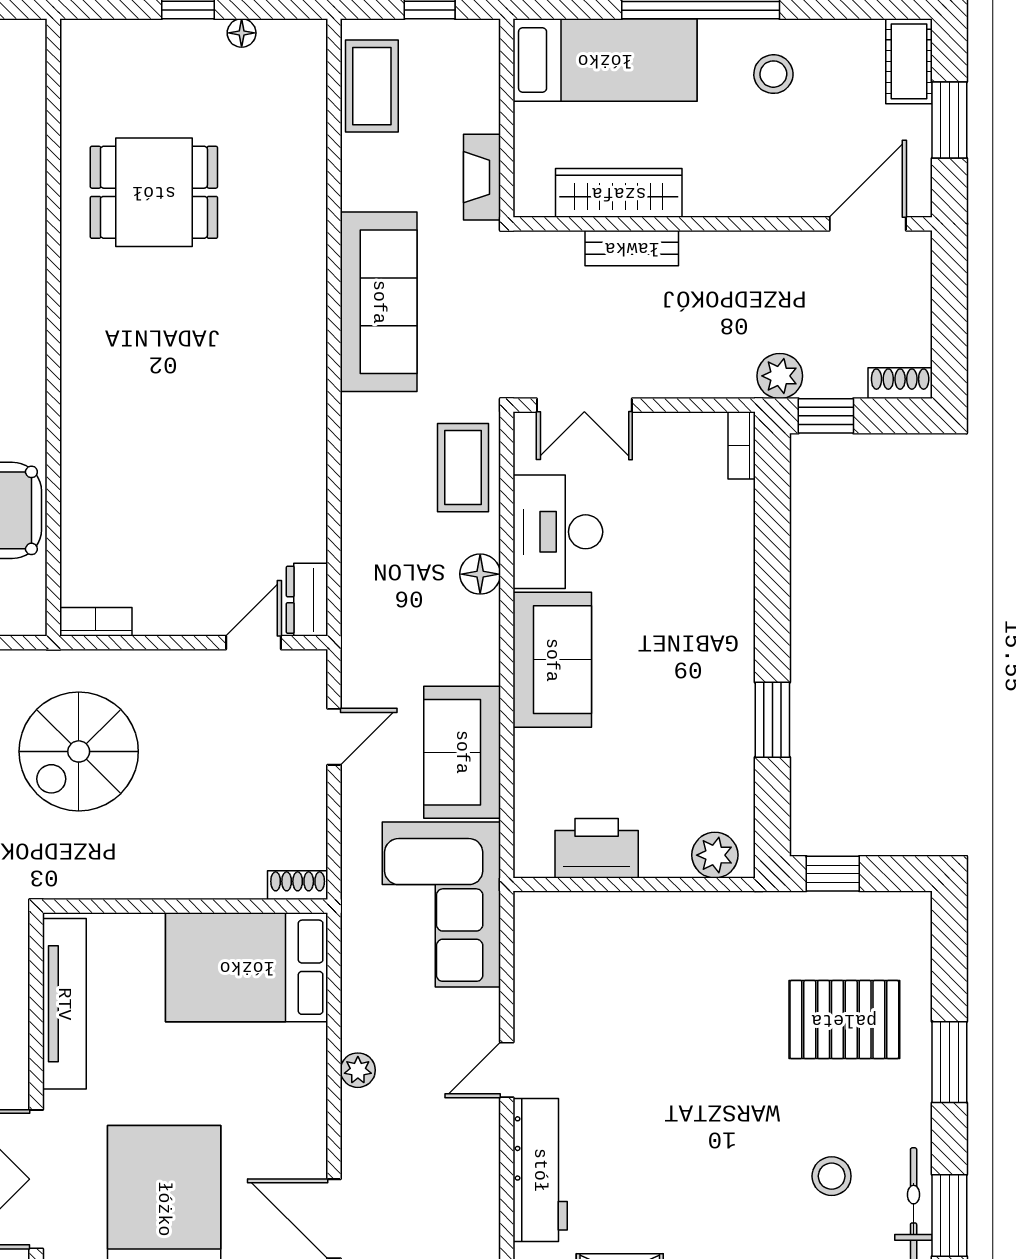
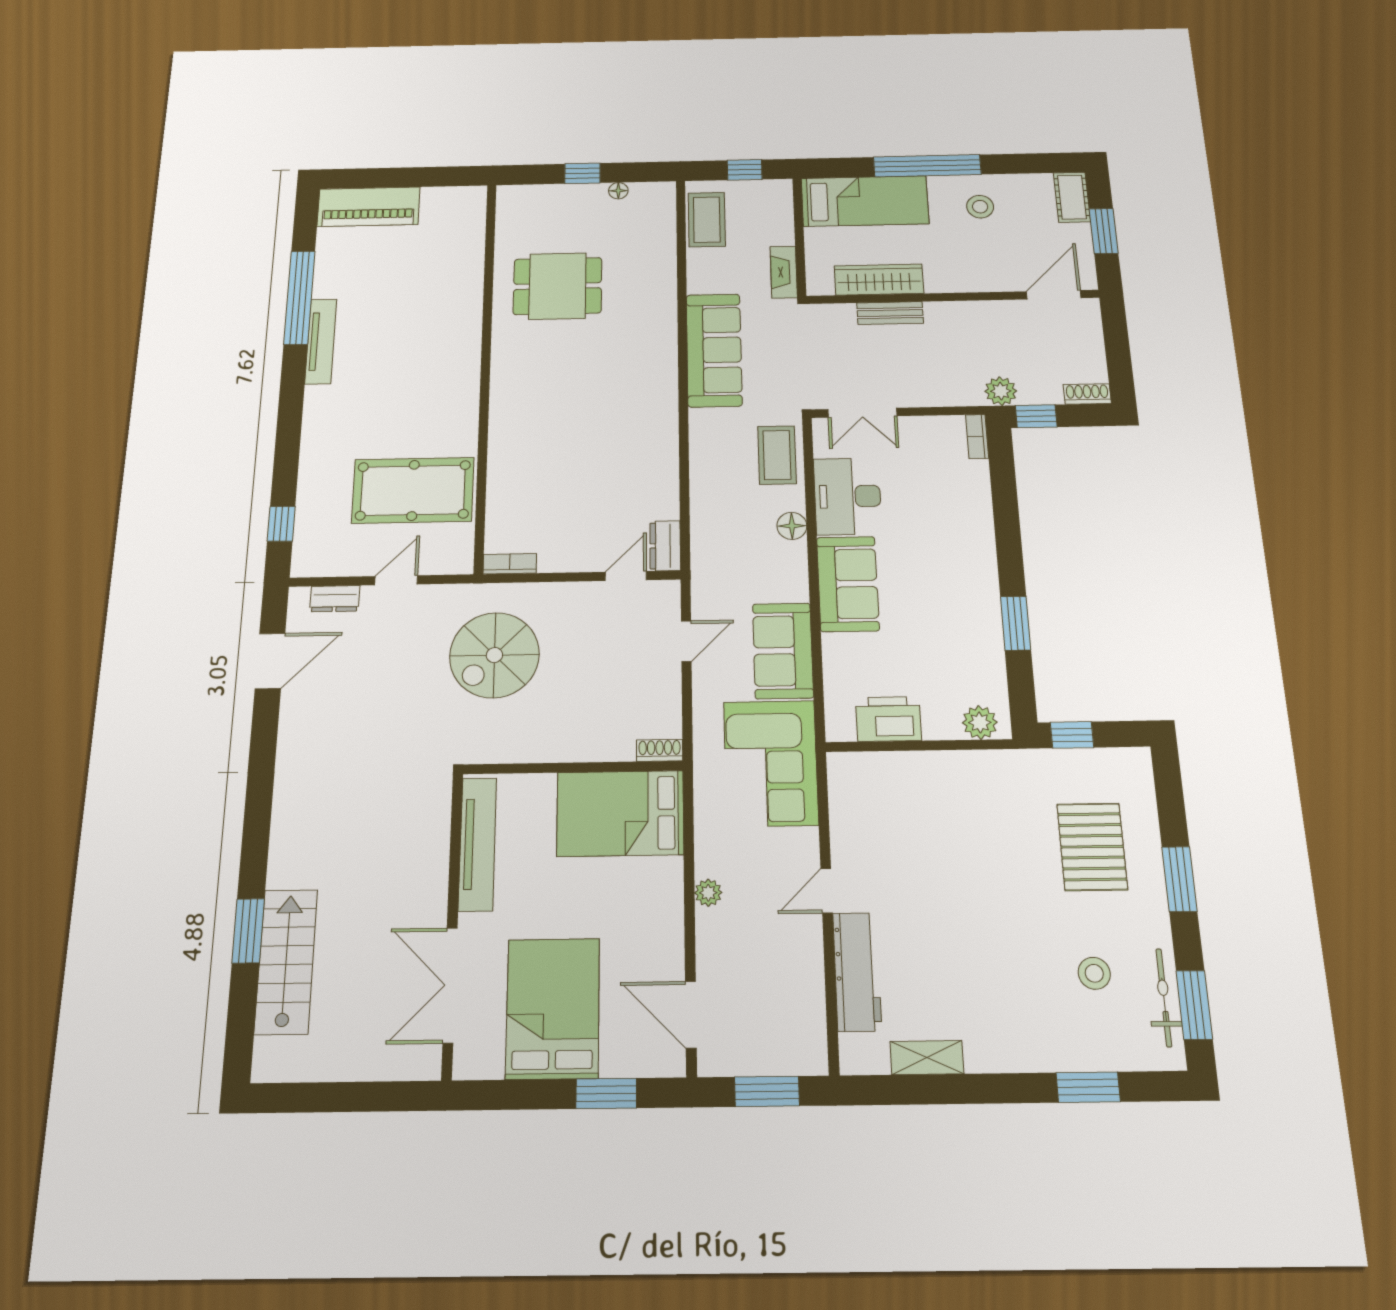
pallet: (844, 1020) -> (1092, 847), turned 90

